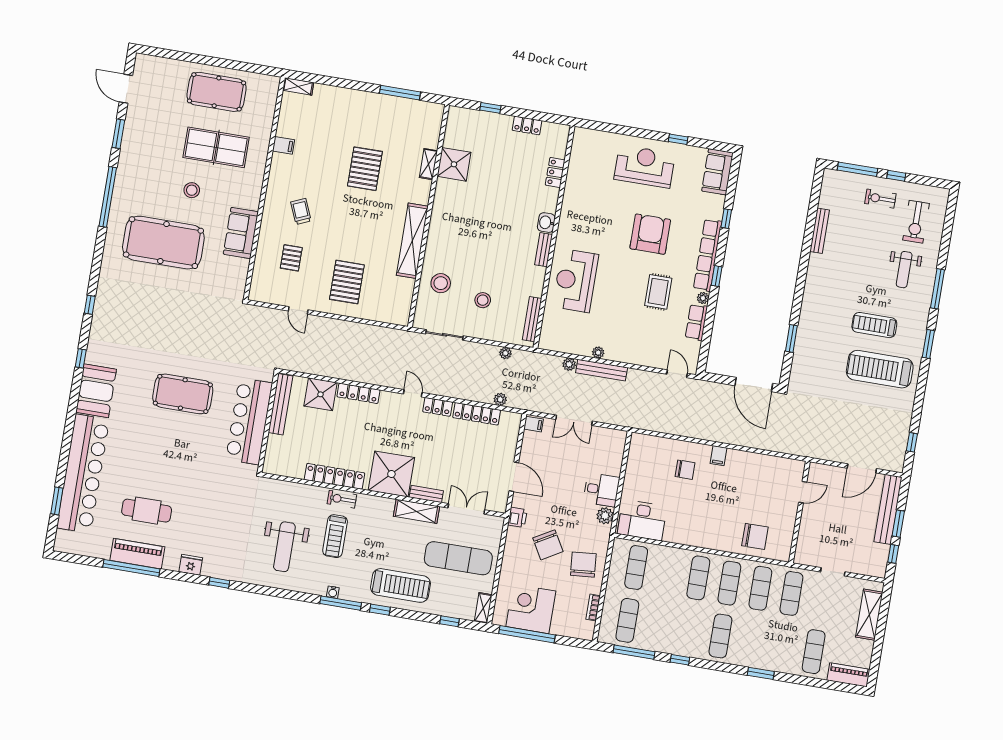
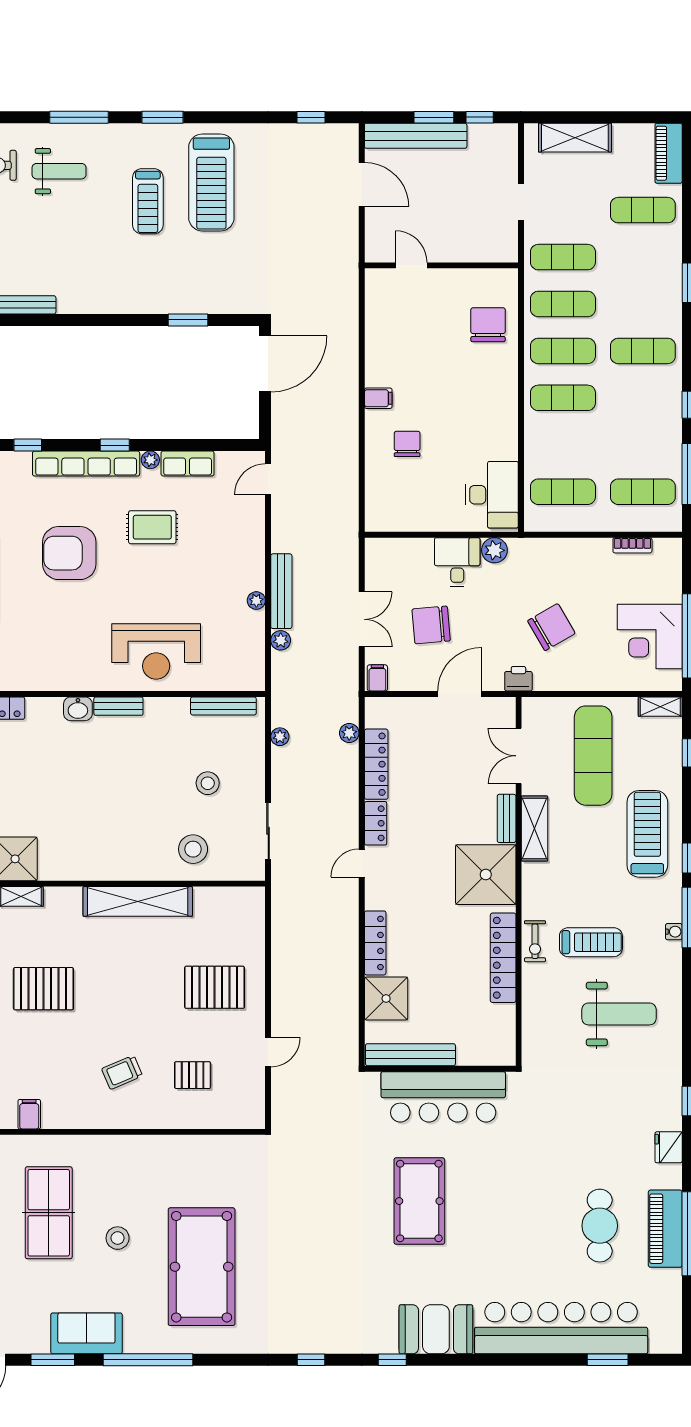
sofa: (241, 233) -> (86, 1333), moved, turned 180
chair: (583, 565) -> (431, 625), moved

